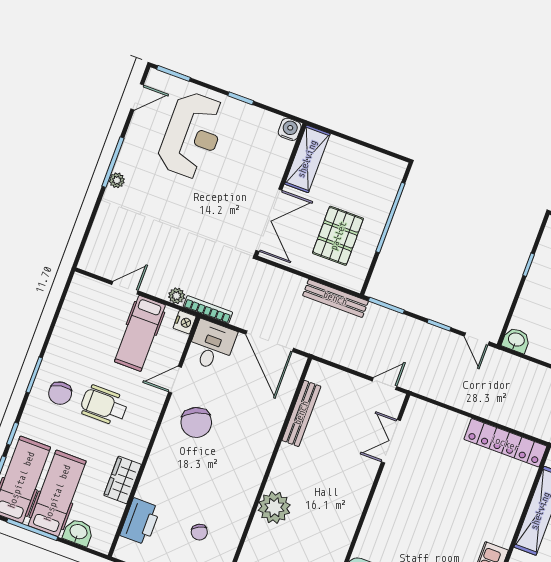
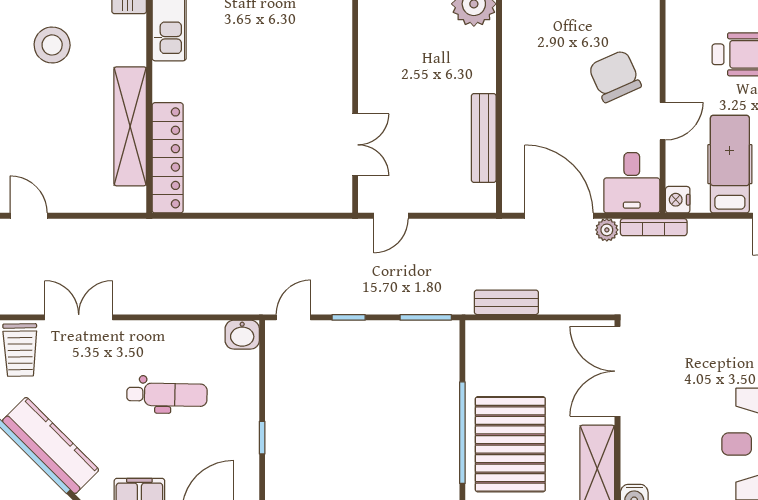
pallet: (338, 236) -> (510, 444), moved, width x1.37, depth x1.41
plant: (177, 296) -> (607, 230), moved
bench: (335, 298) -> (506, 302), width x0.73
door: (477, 339) -> (293, 317), hinge flipped
locker: (505, 443) -> (168, 158), moved, turned 90

